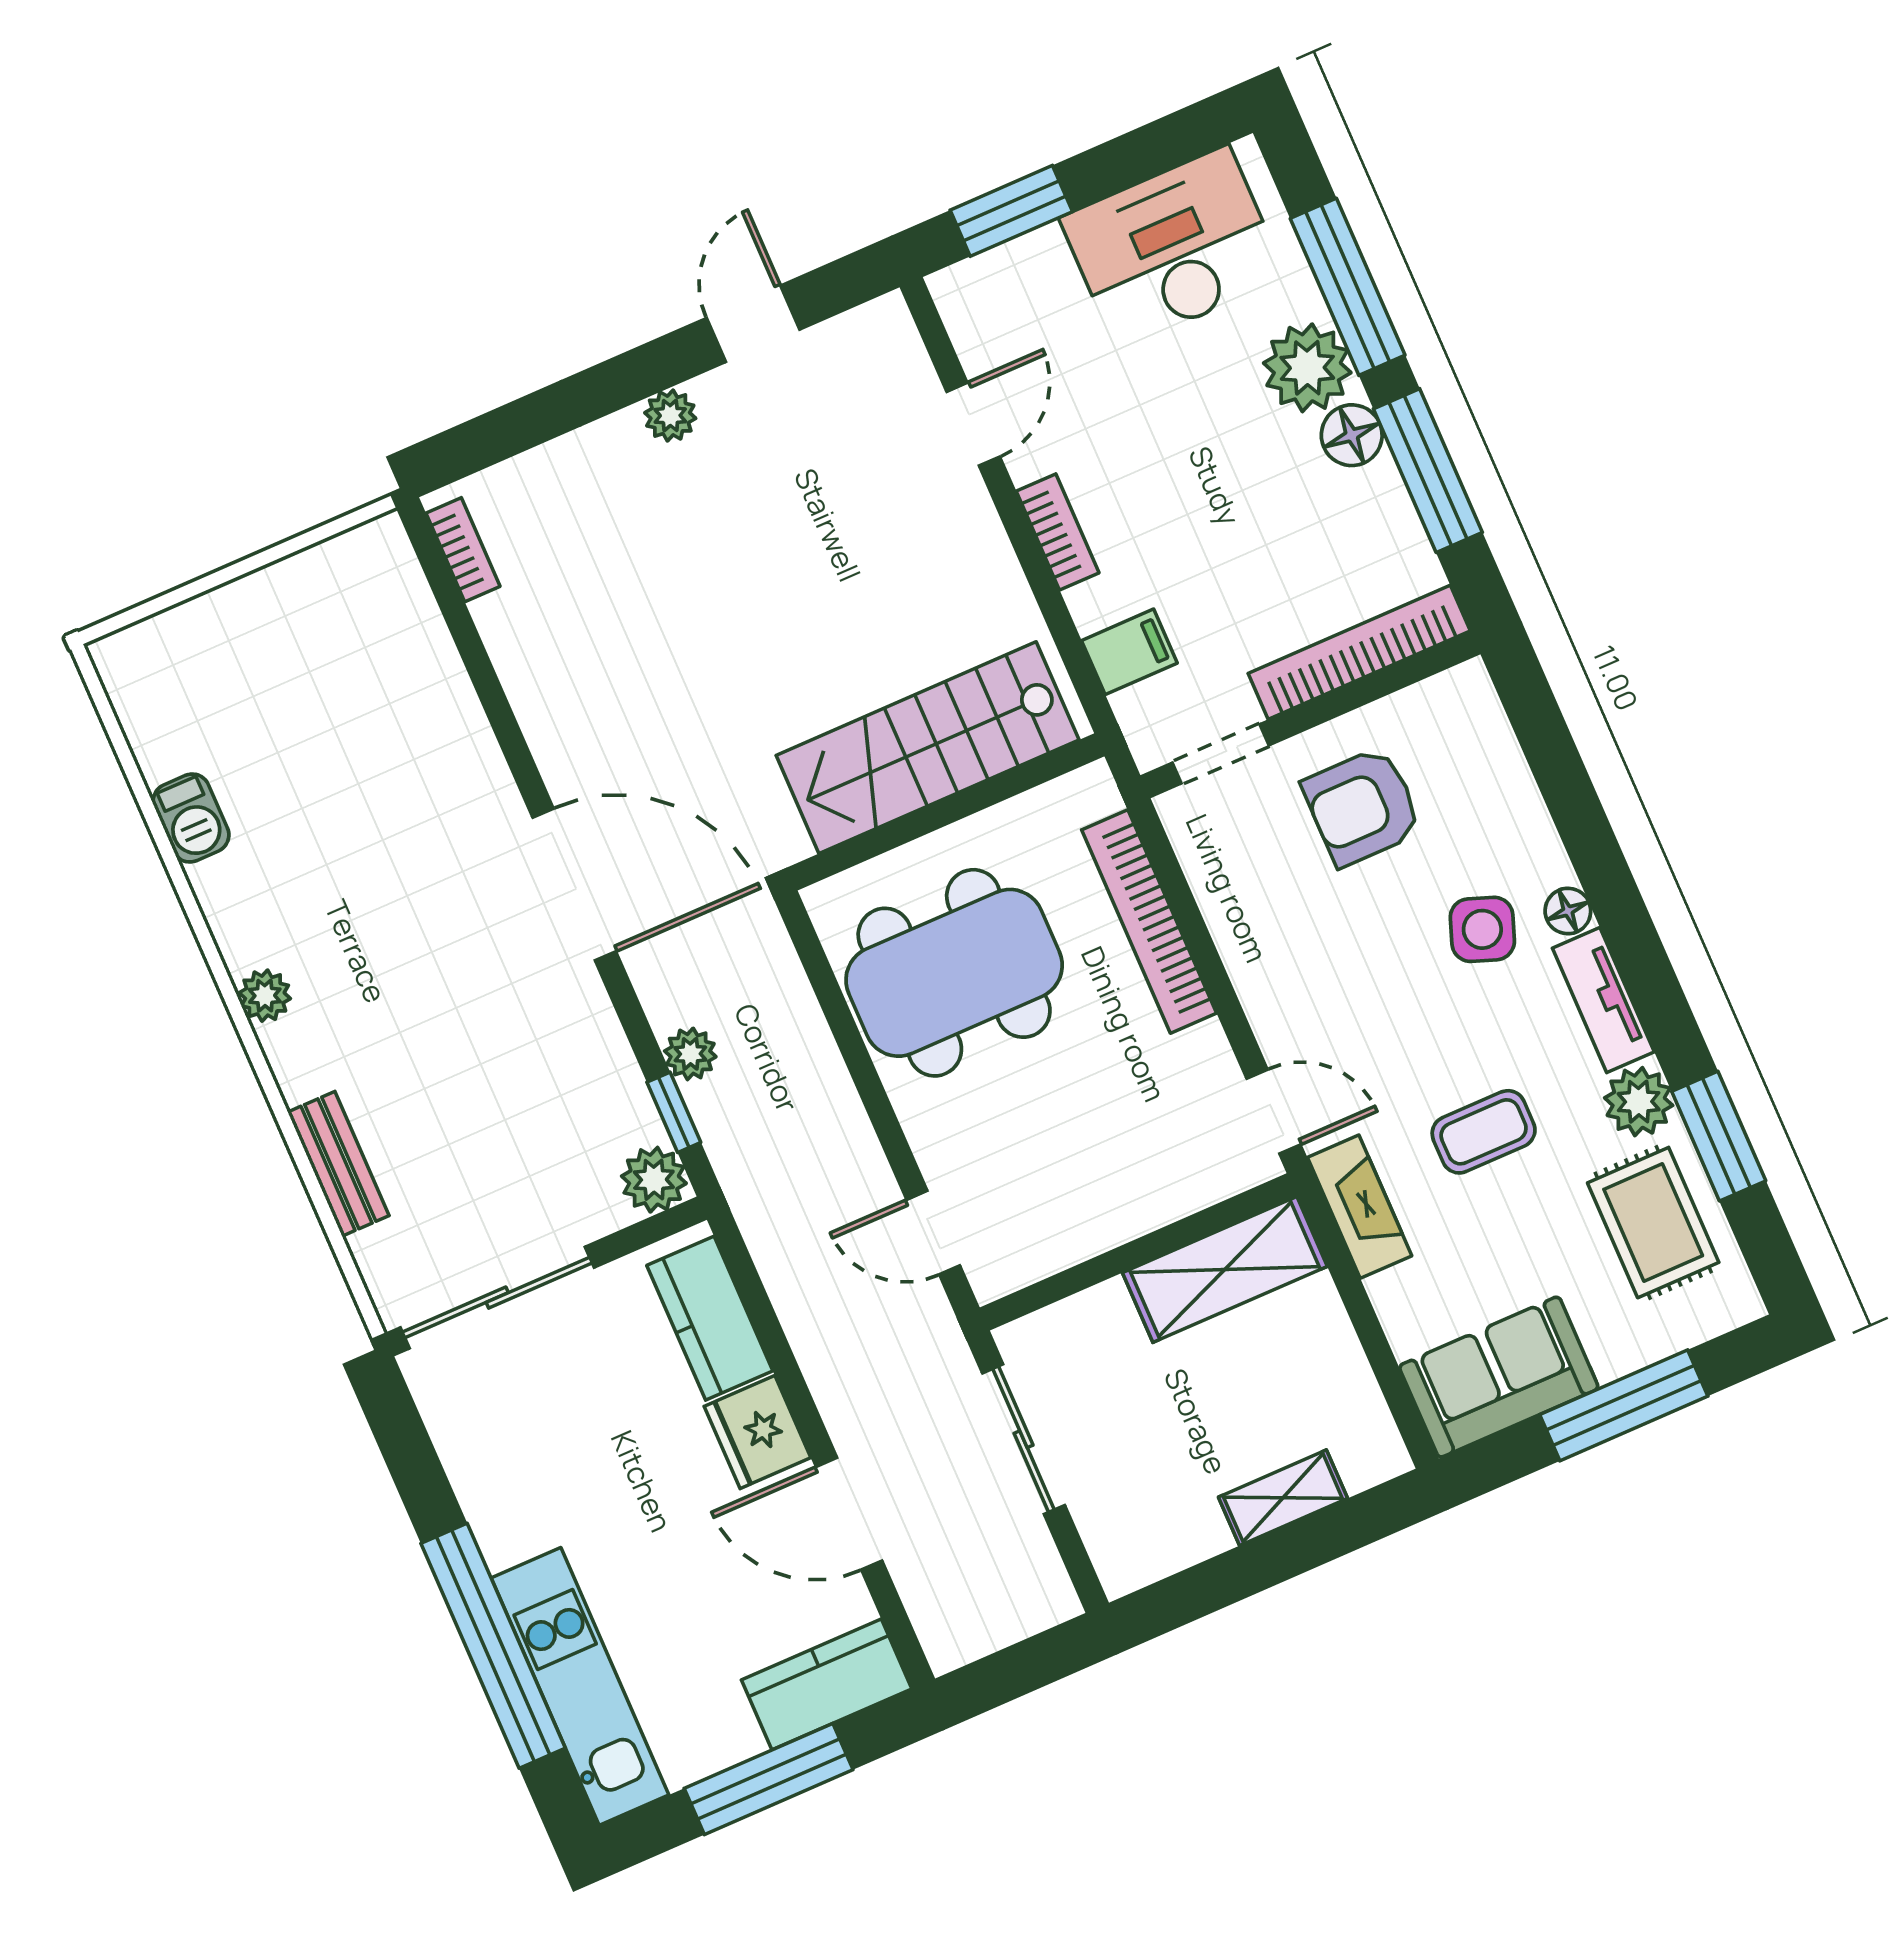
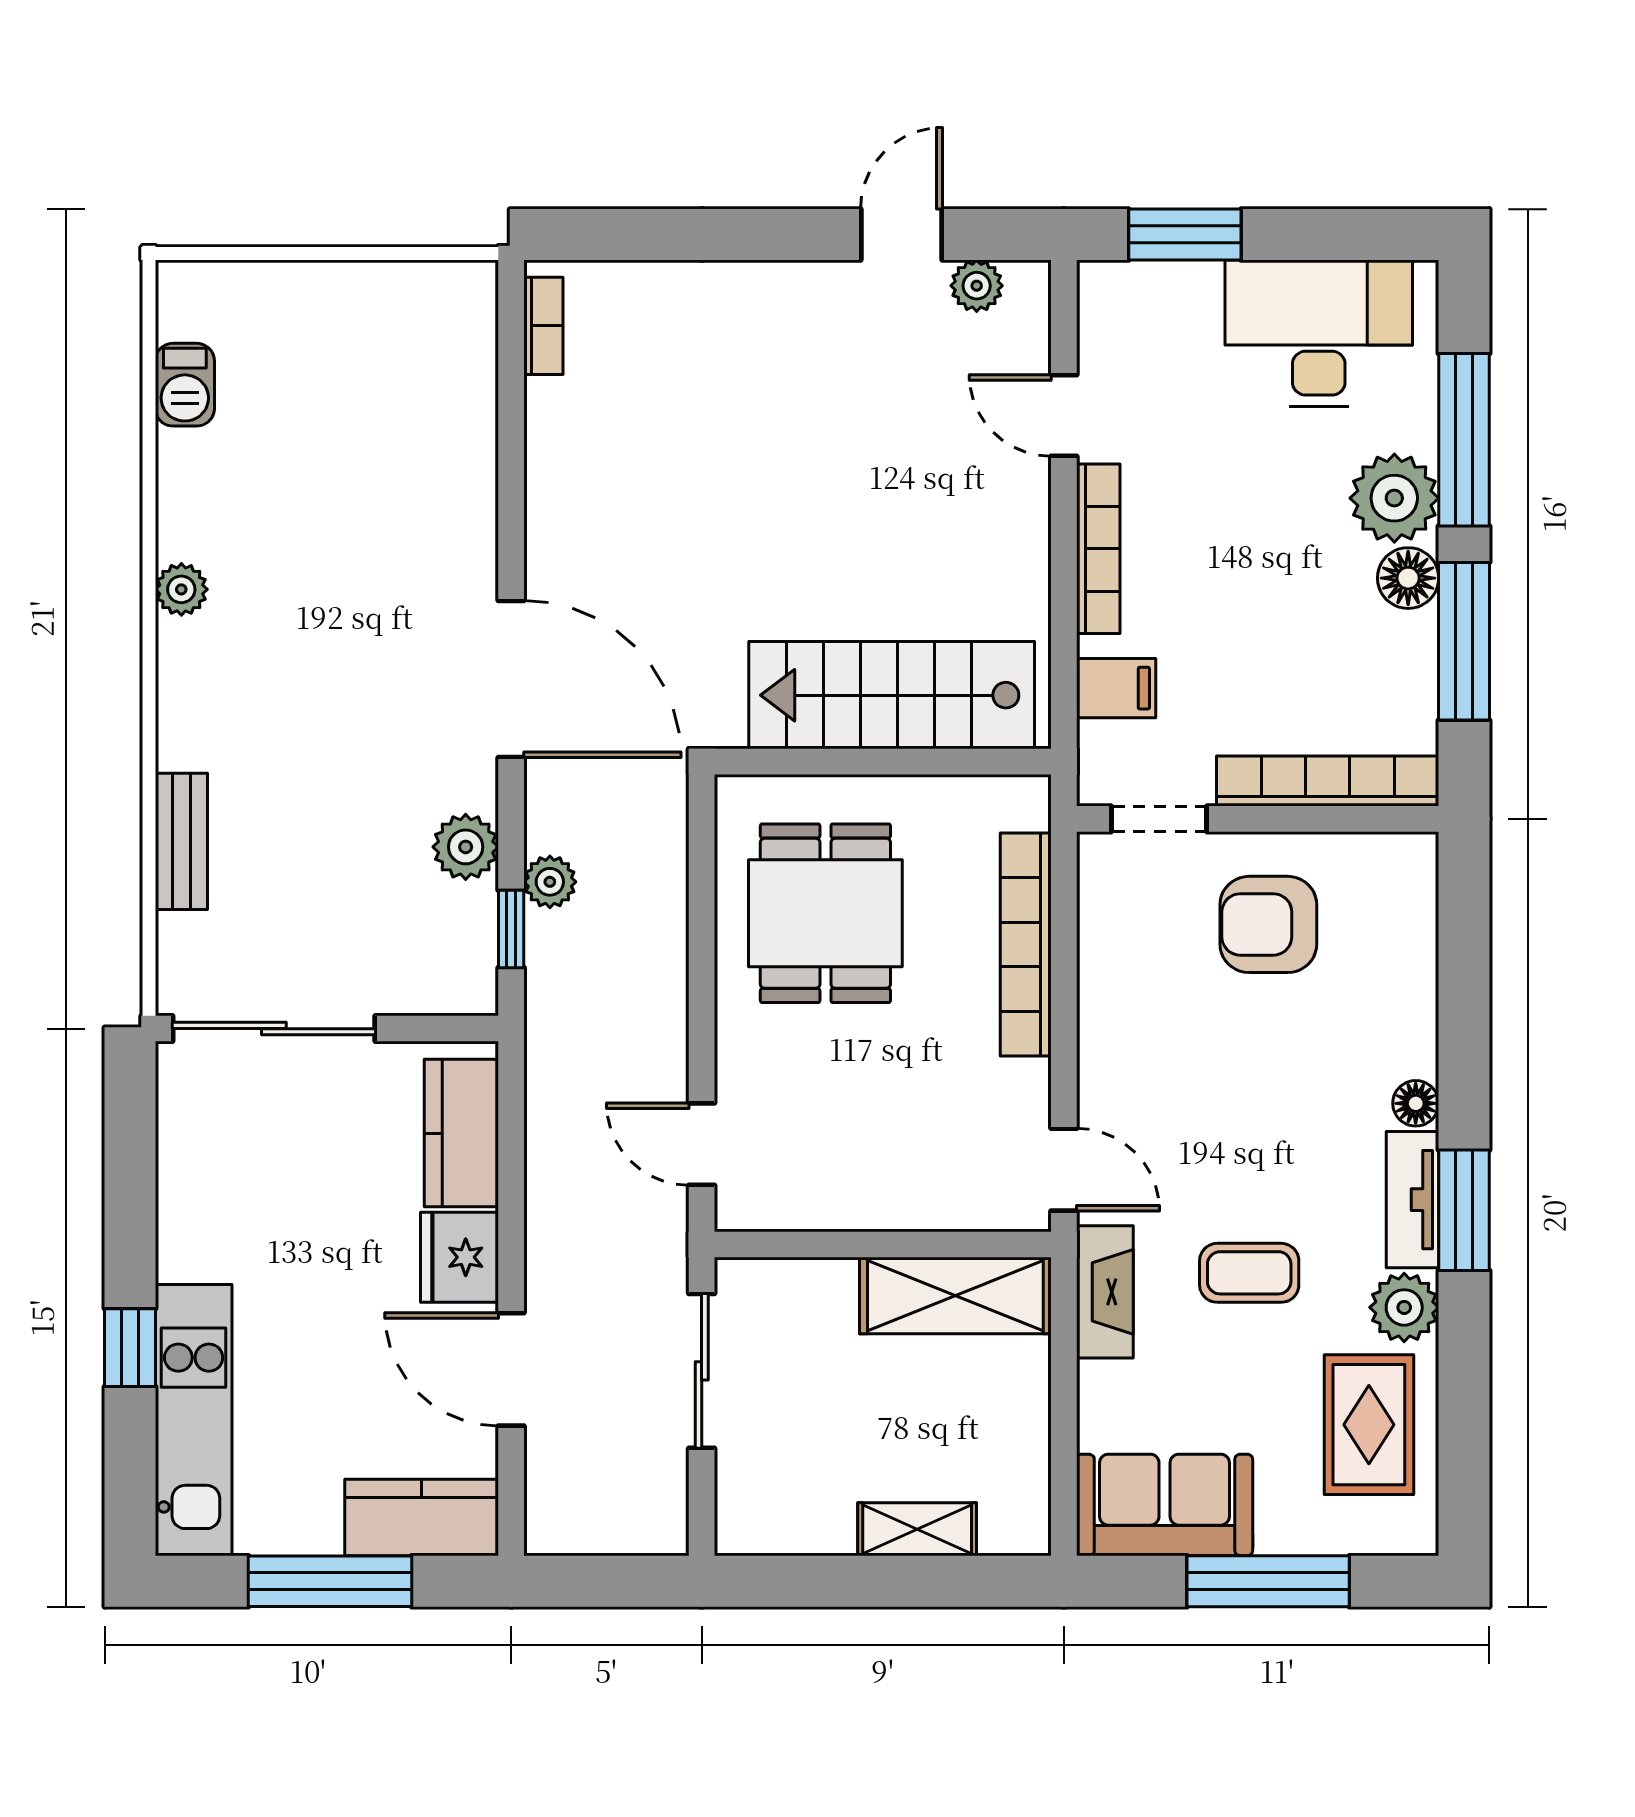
plant: (670, 416) -> (977, 286), moved
door: (973, 424) -> (1064, 416), swing flipped
bookcase: (1058, 532) -> (1098, 549), width x1.56
barbecue: (191, 818) -> (185, 385), moved
side table: (1482, 929) -> (1330, 1086), removed
dining table: (954, 973) -> (825, 913), width x0.73
plant: (265, 996) -> (181, 589), moved
window: (1719, 1136) -> (1464, 1210), moved
plant: (654, 1180) -> (466, 847), moved
window: (493, 1646) -> (130, 1348), width x0.32

